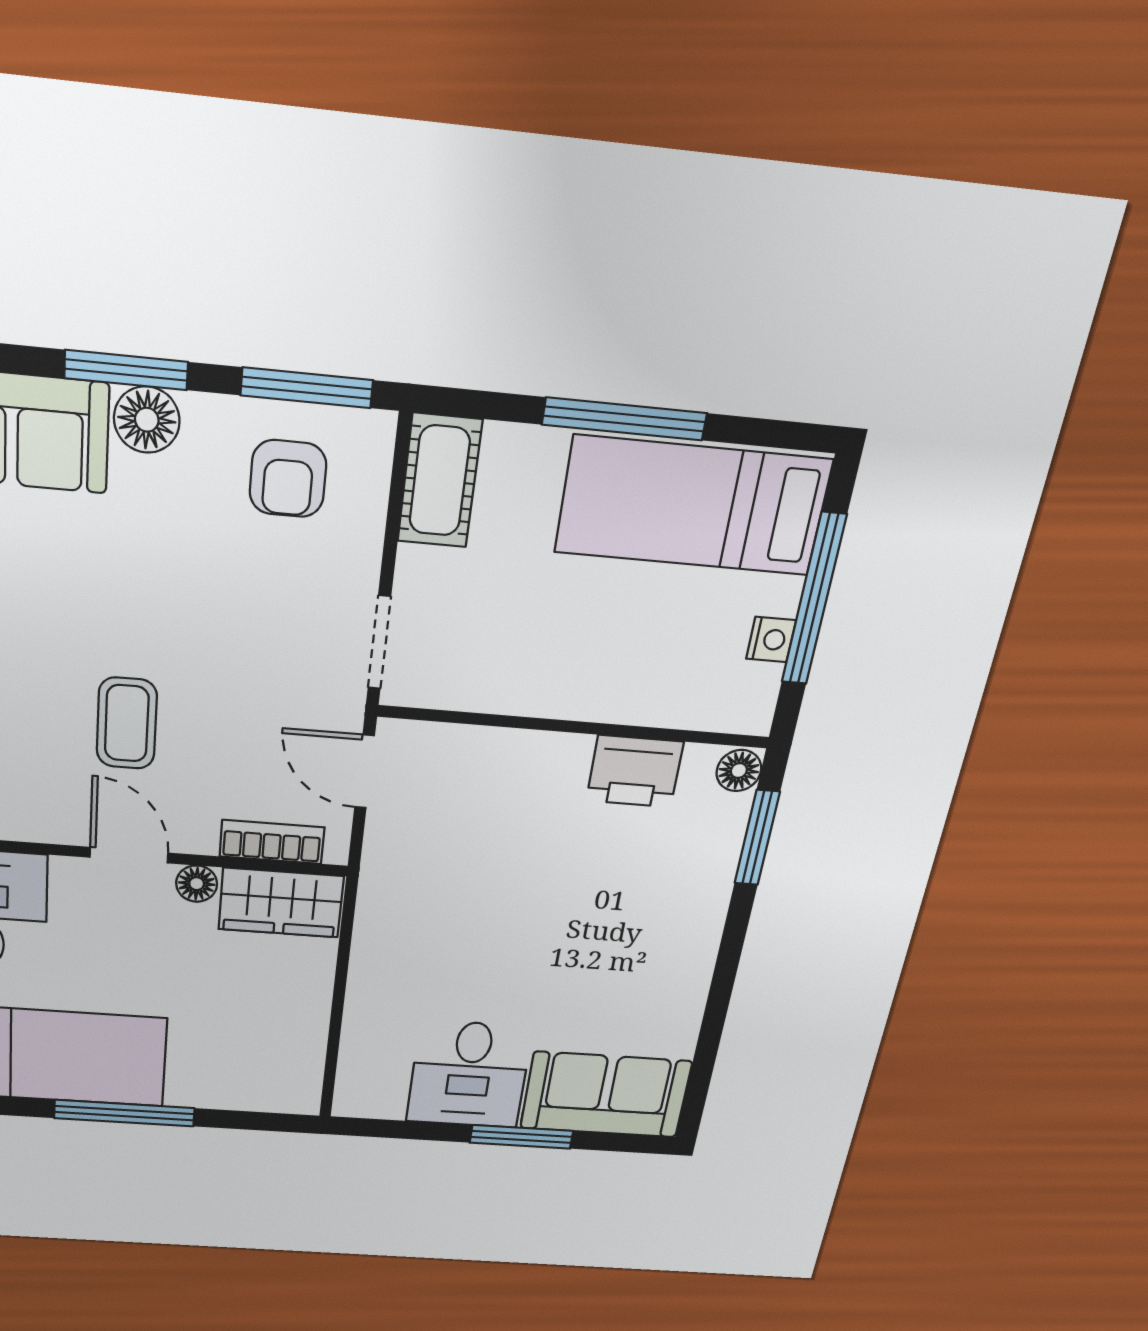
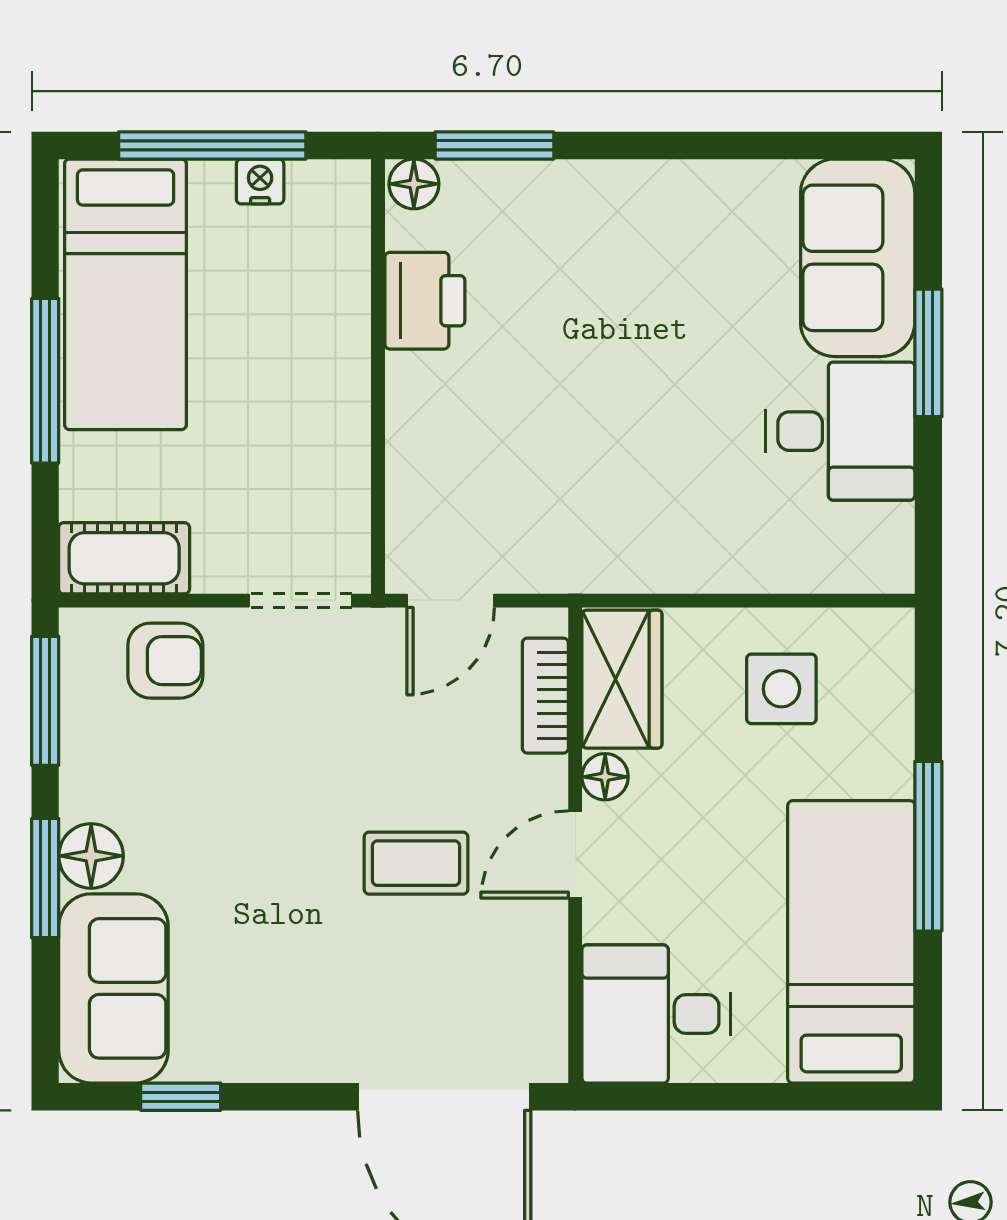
armchair: (288, 479) -> (165, 661), moved
side table: (262, 1020) -> (781, 689), added

